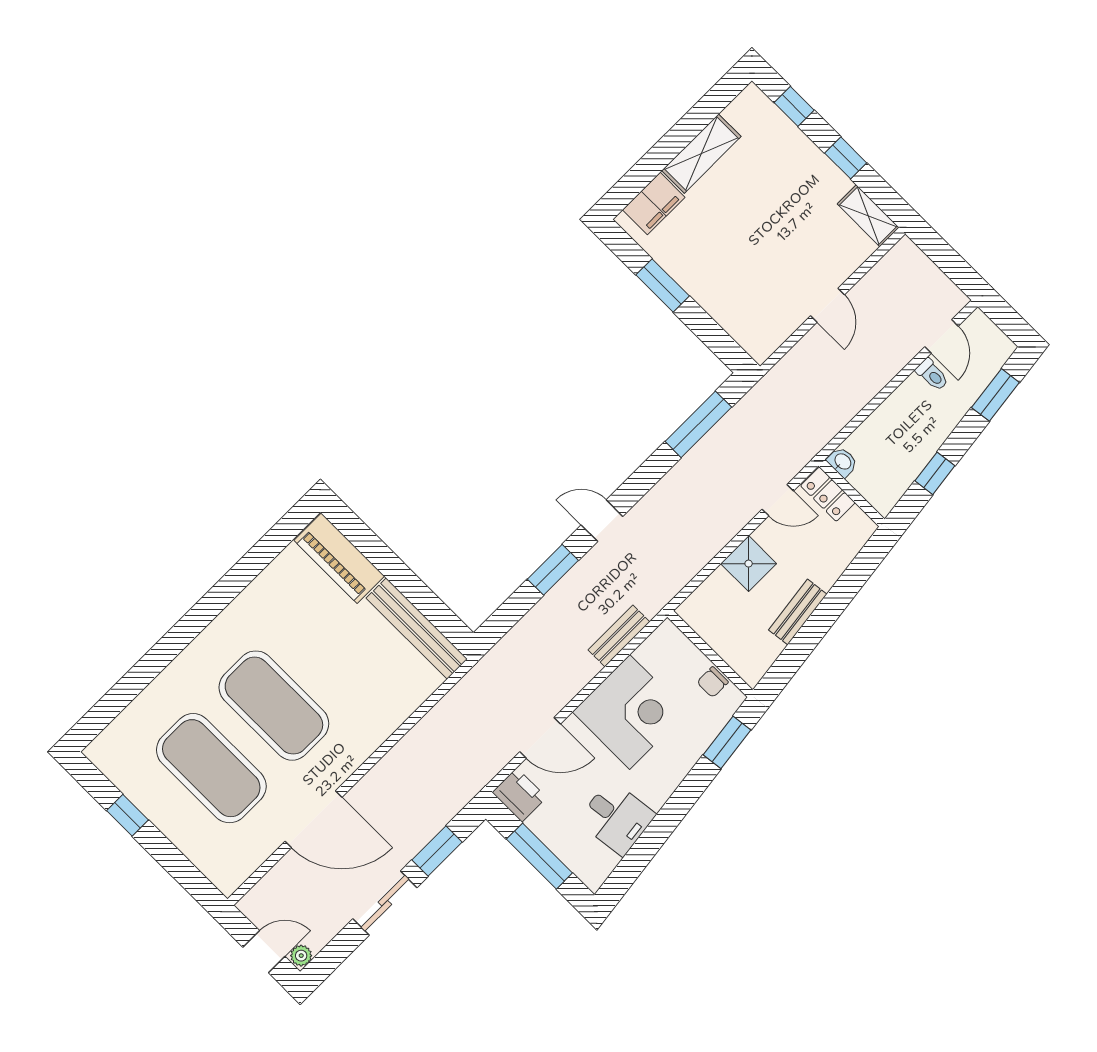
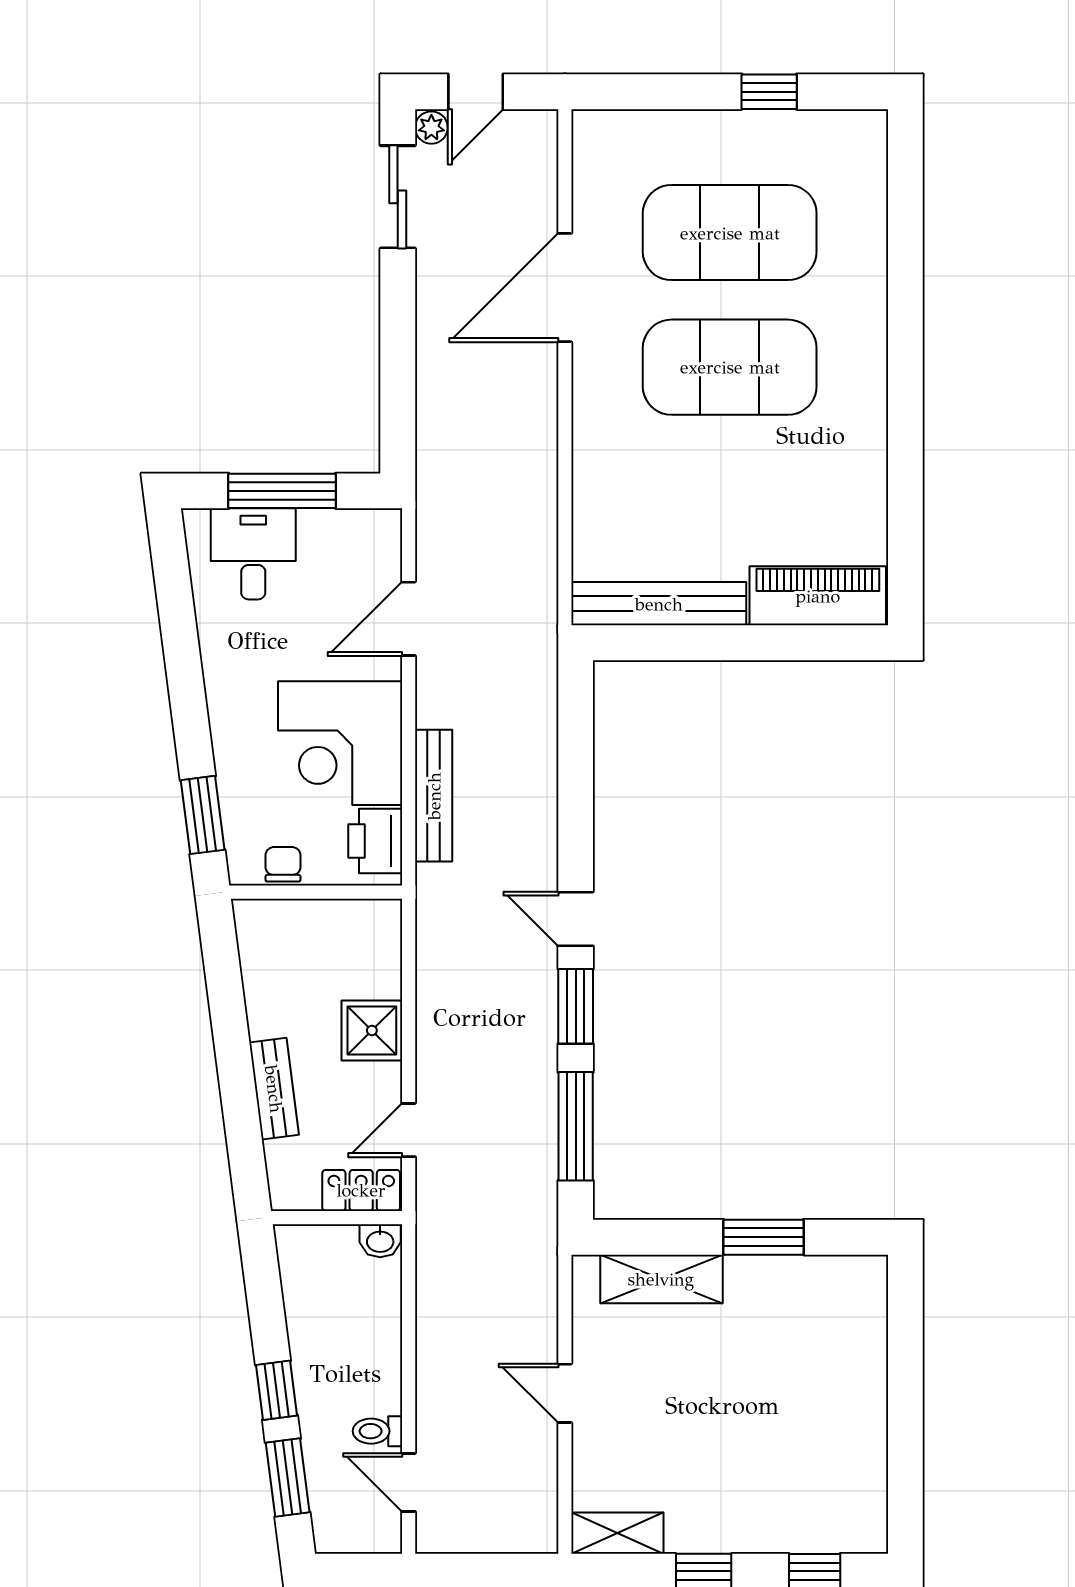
shelving: (701, 154) -> (661, 1279), moved, turned 90
filing cabinet: (654, 204) -> (861, 1316), removed
window: (935, 473) -> (276, 1390), moved
door: (602, 521) -> (576, 919), swing flipped
window: (553, 570) -> (576, 1006), moved
bench: (798, 612) -> (274, 1089), moved
bench: (619, 636) -> (434, 796), width x1.36
printer: (519, 795) -> (375, 841), moved, turned 90
desk: (616, 818) -> (253, 554), moved, turned 97
window: (437, 851) -> (398, 386), removed
sliding door: (385, 903) -> (398, 197), moved

